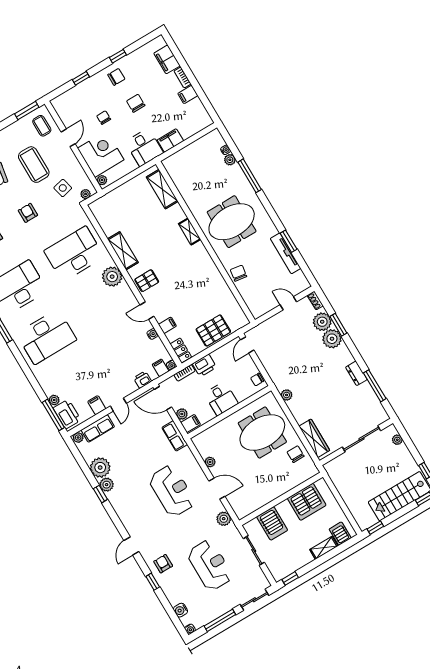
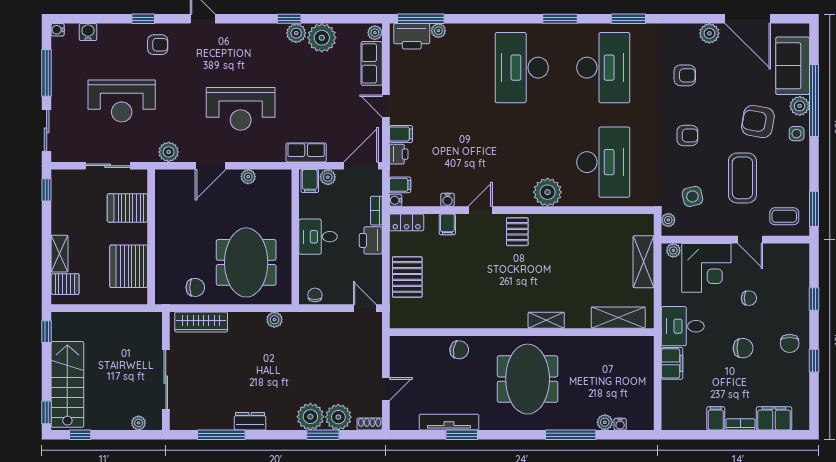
coffee table: (34, 165) -> (742, 178), turned 90
shelving: (123, 251) -> (644, 262), moved, turned 90
filing cabinet: (97, 405) -> (401, 134), moved

